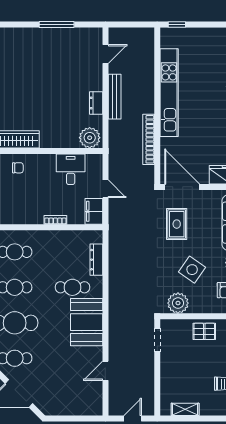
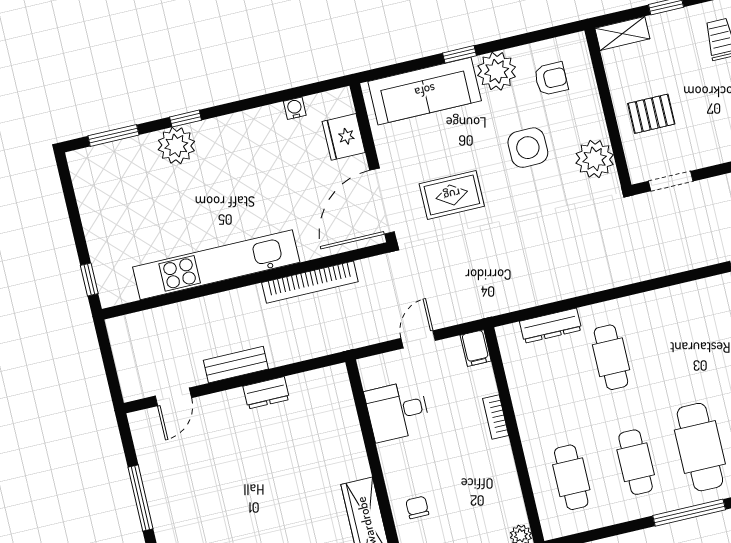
door: (105, 54) -> (173, 397), swing flipped
bench: (115, 97) -> (236, 365), width x0.73
plant: (90, 138) -> (332, 390), removed
filing cabinet: (94, 211) -> (476, 348), width x0.50
side table: (192, 270) -> (528, 148), turned -36
booth: (87, 322) -> (668, 317), removed
pallet: (204, 331) -> (651, 114), moved, turned 90

